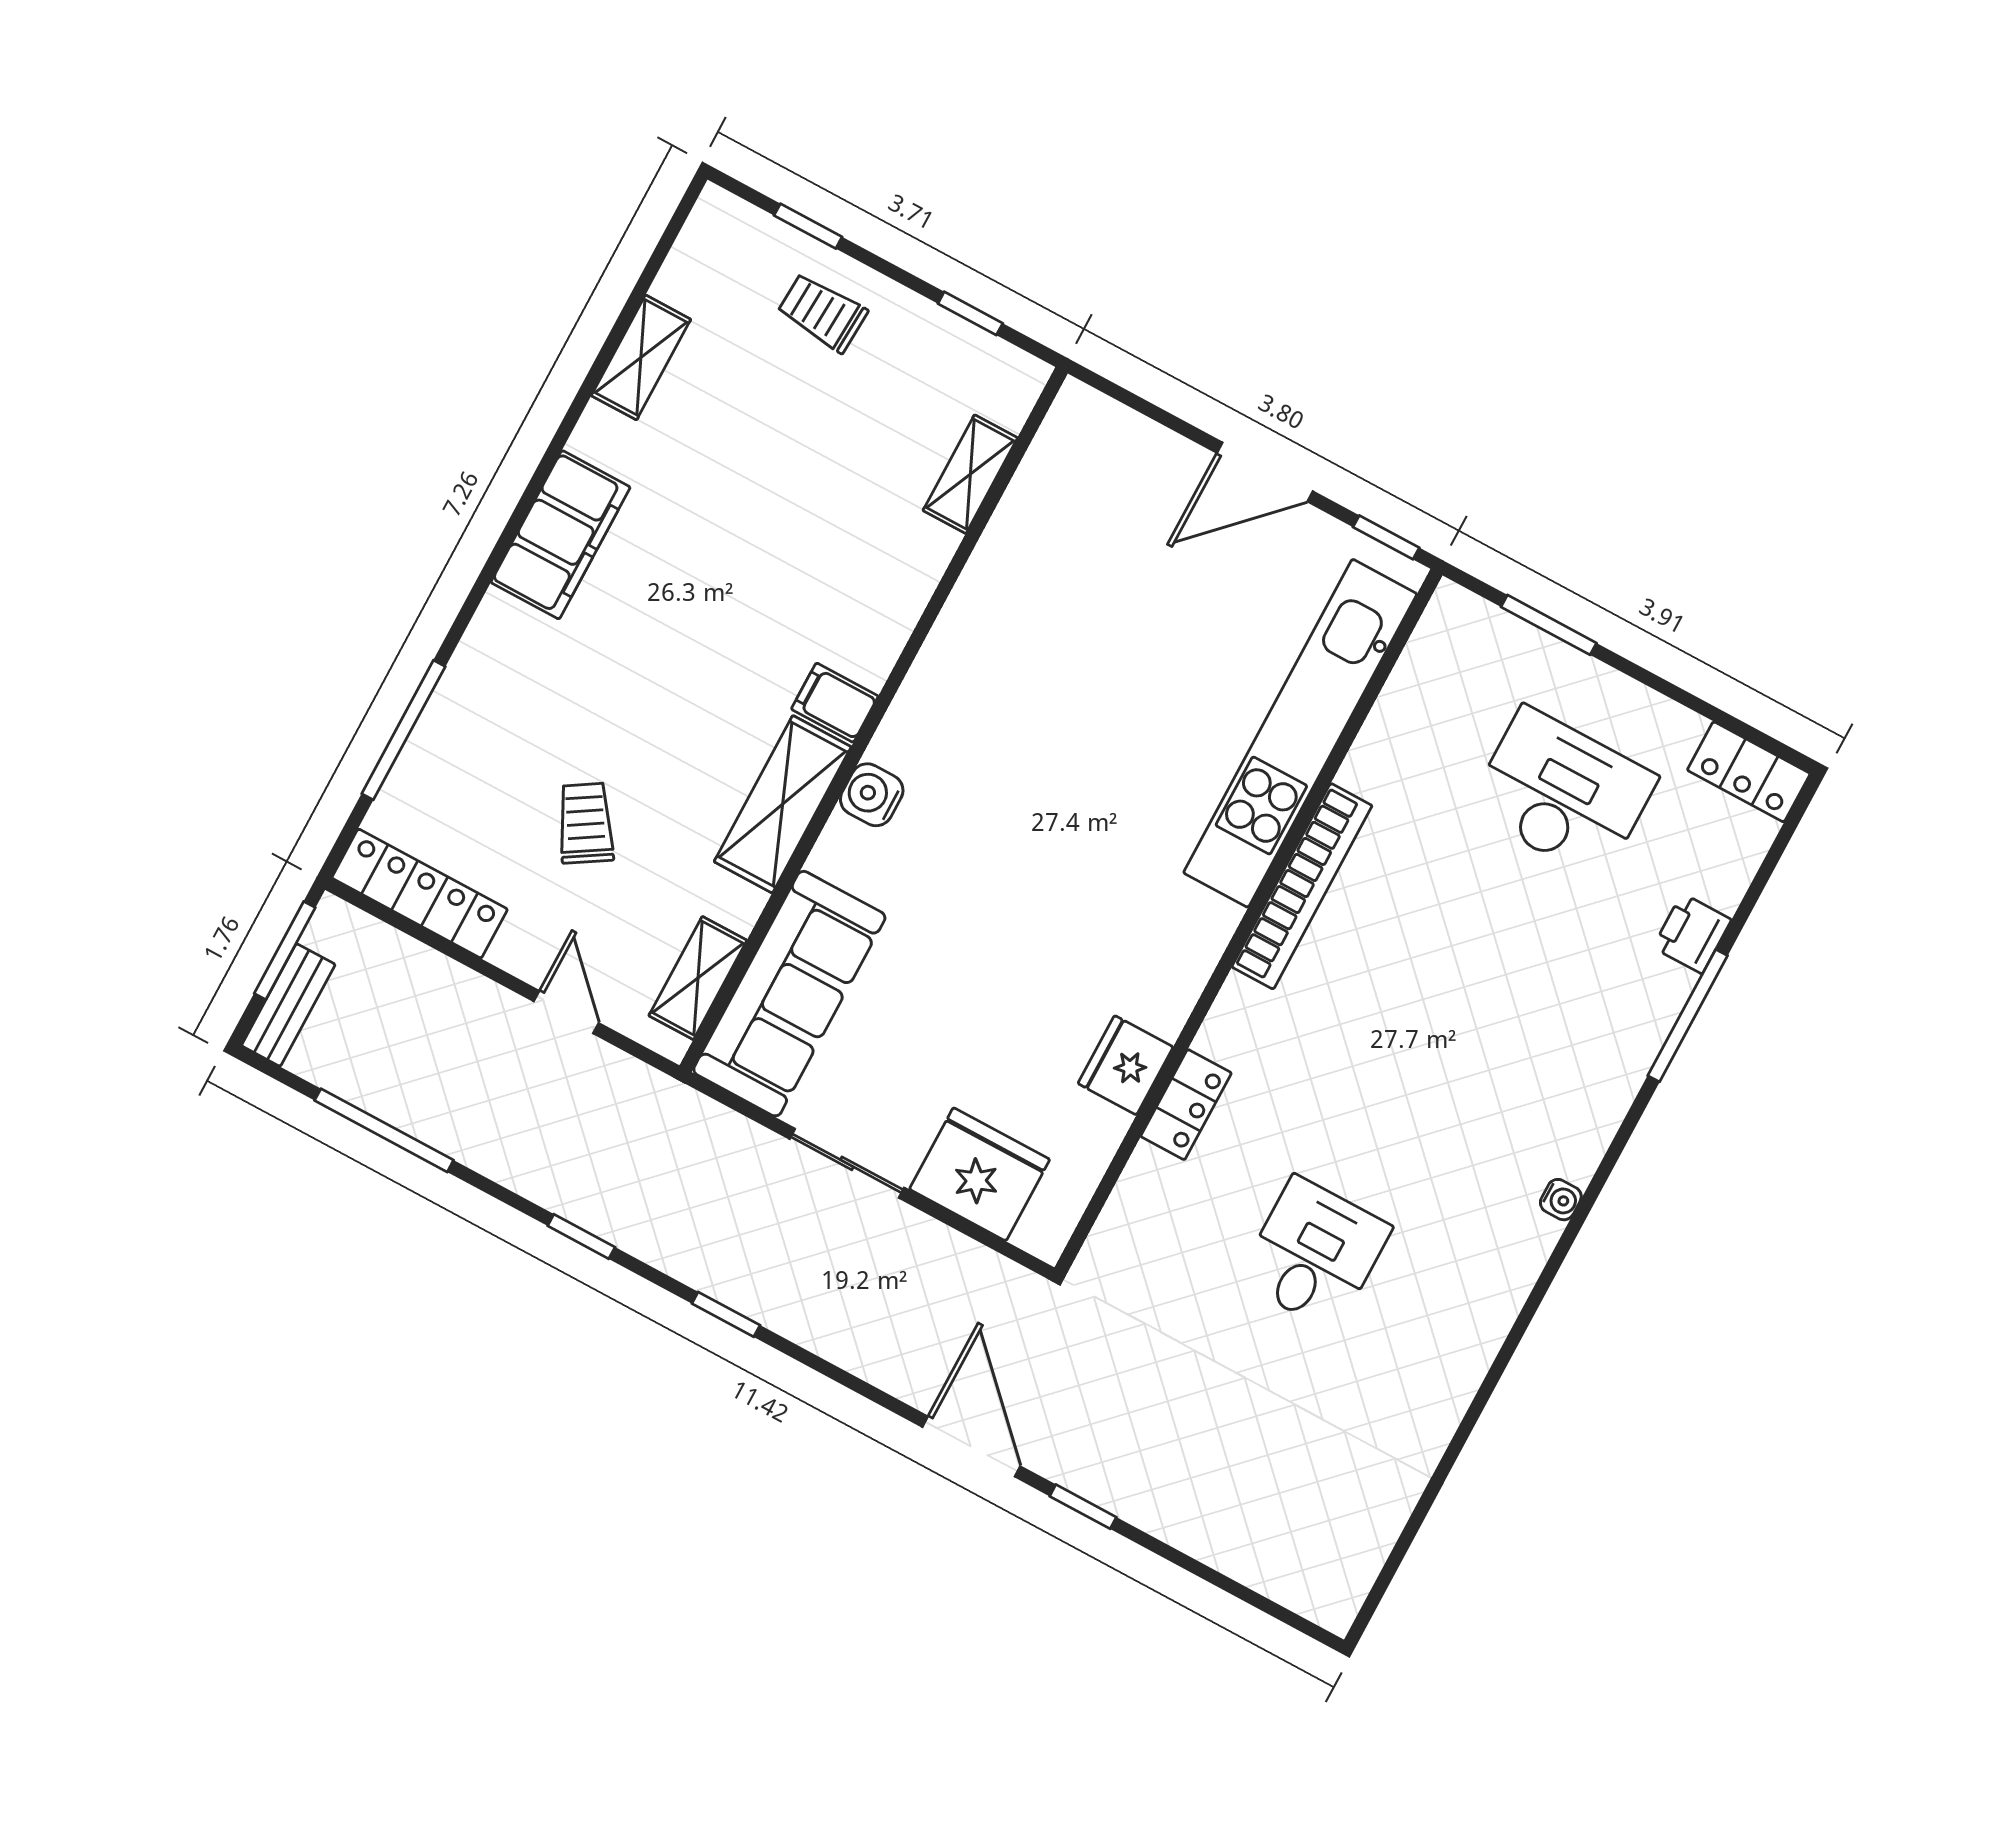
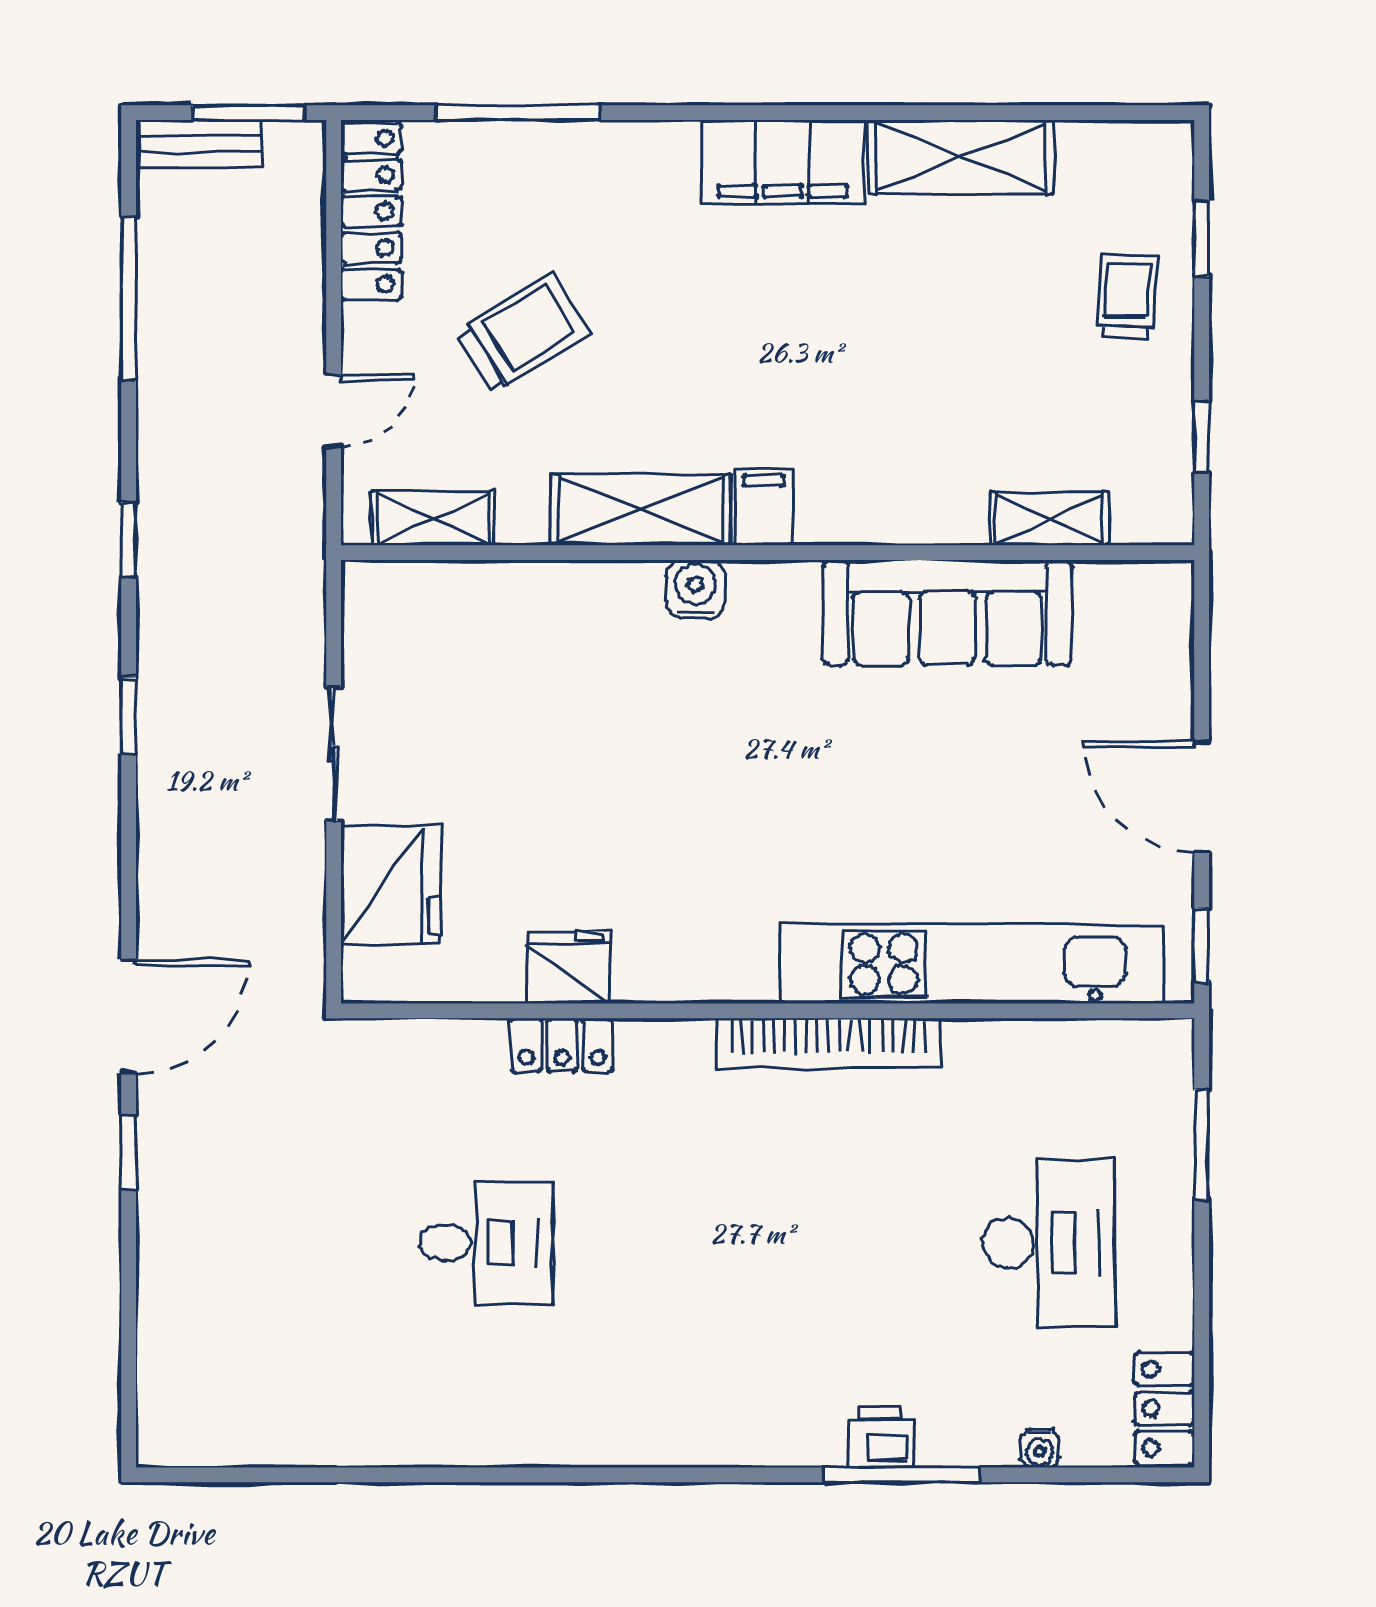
shelving: (641, 357) -> (961, 157), width x1.50, depth x1.33
trolley: (586, 823) -> (522, 333), width x1.36, depth x1.39
printer: (1692, 933) -> (881, 1437), moved
sofa: (789, 994) -> (947, 613), moved
water cooler: (1561, 1200) -> (1040, 1449), moved

